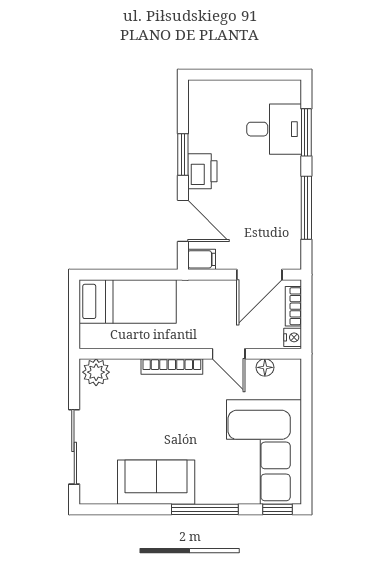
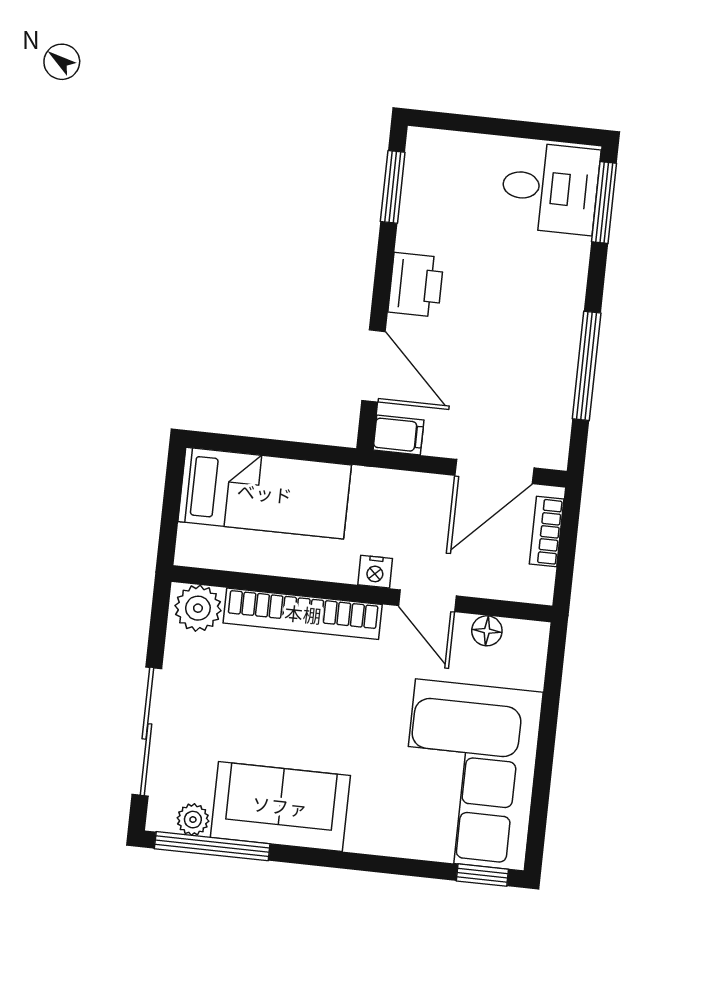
desk: (274, 129) -> (550, 188), moved
window: (306, 132) -> (604, 202), moved
window: (183, 155) -> (393, 187), moved
nightstand: (293, 337) -> (375, 572), moved, turned 90
bookcase: (172, 367) -> (303, 614), width x1.48, depth x1.31
plant: (106, 495) -> (193, 820), added
window: (205, 509) -> (212, 846), moved

